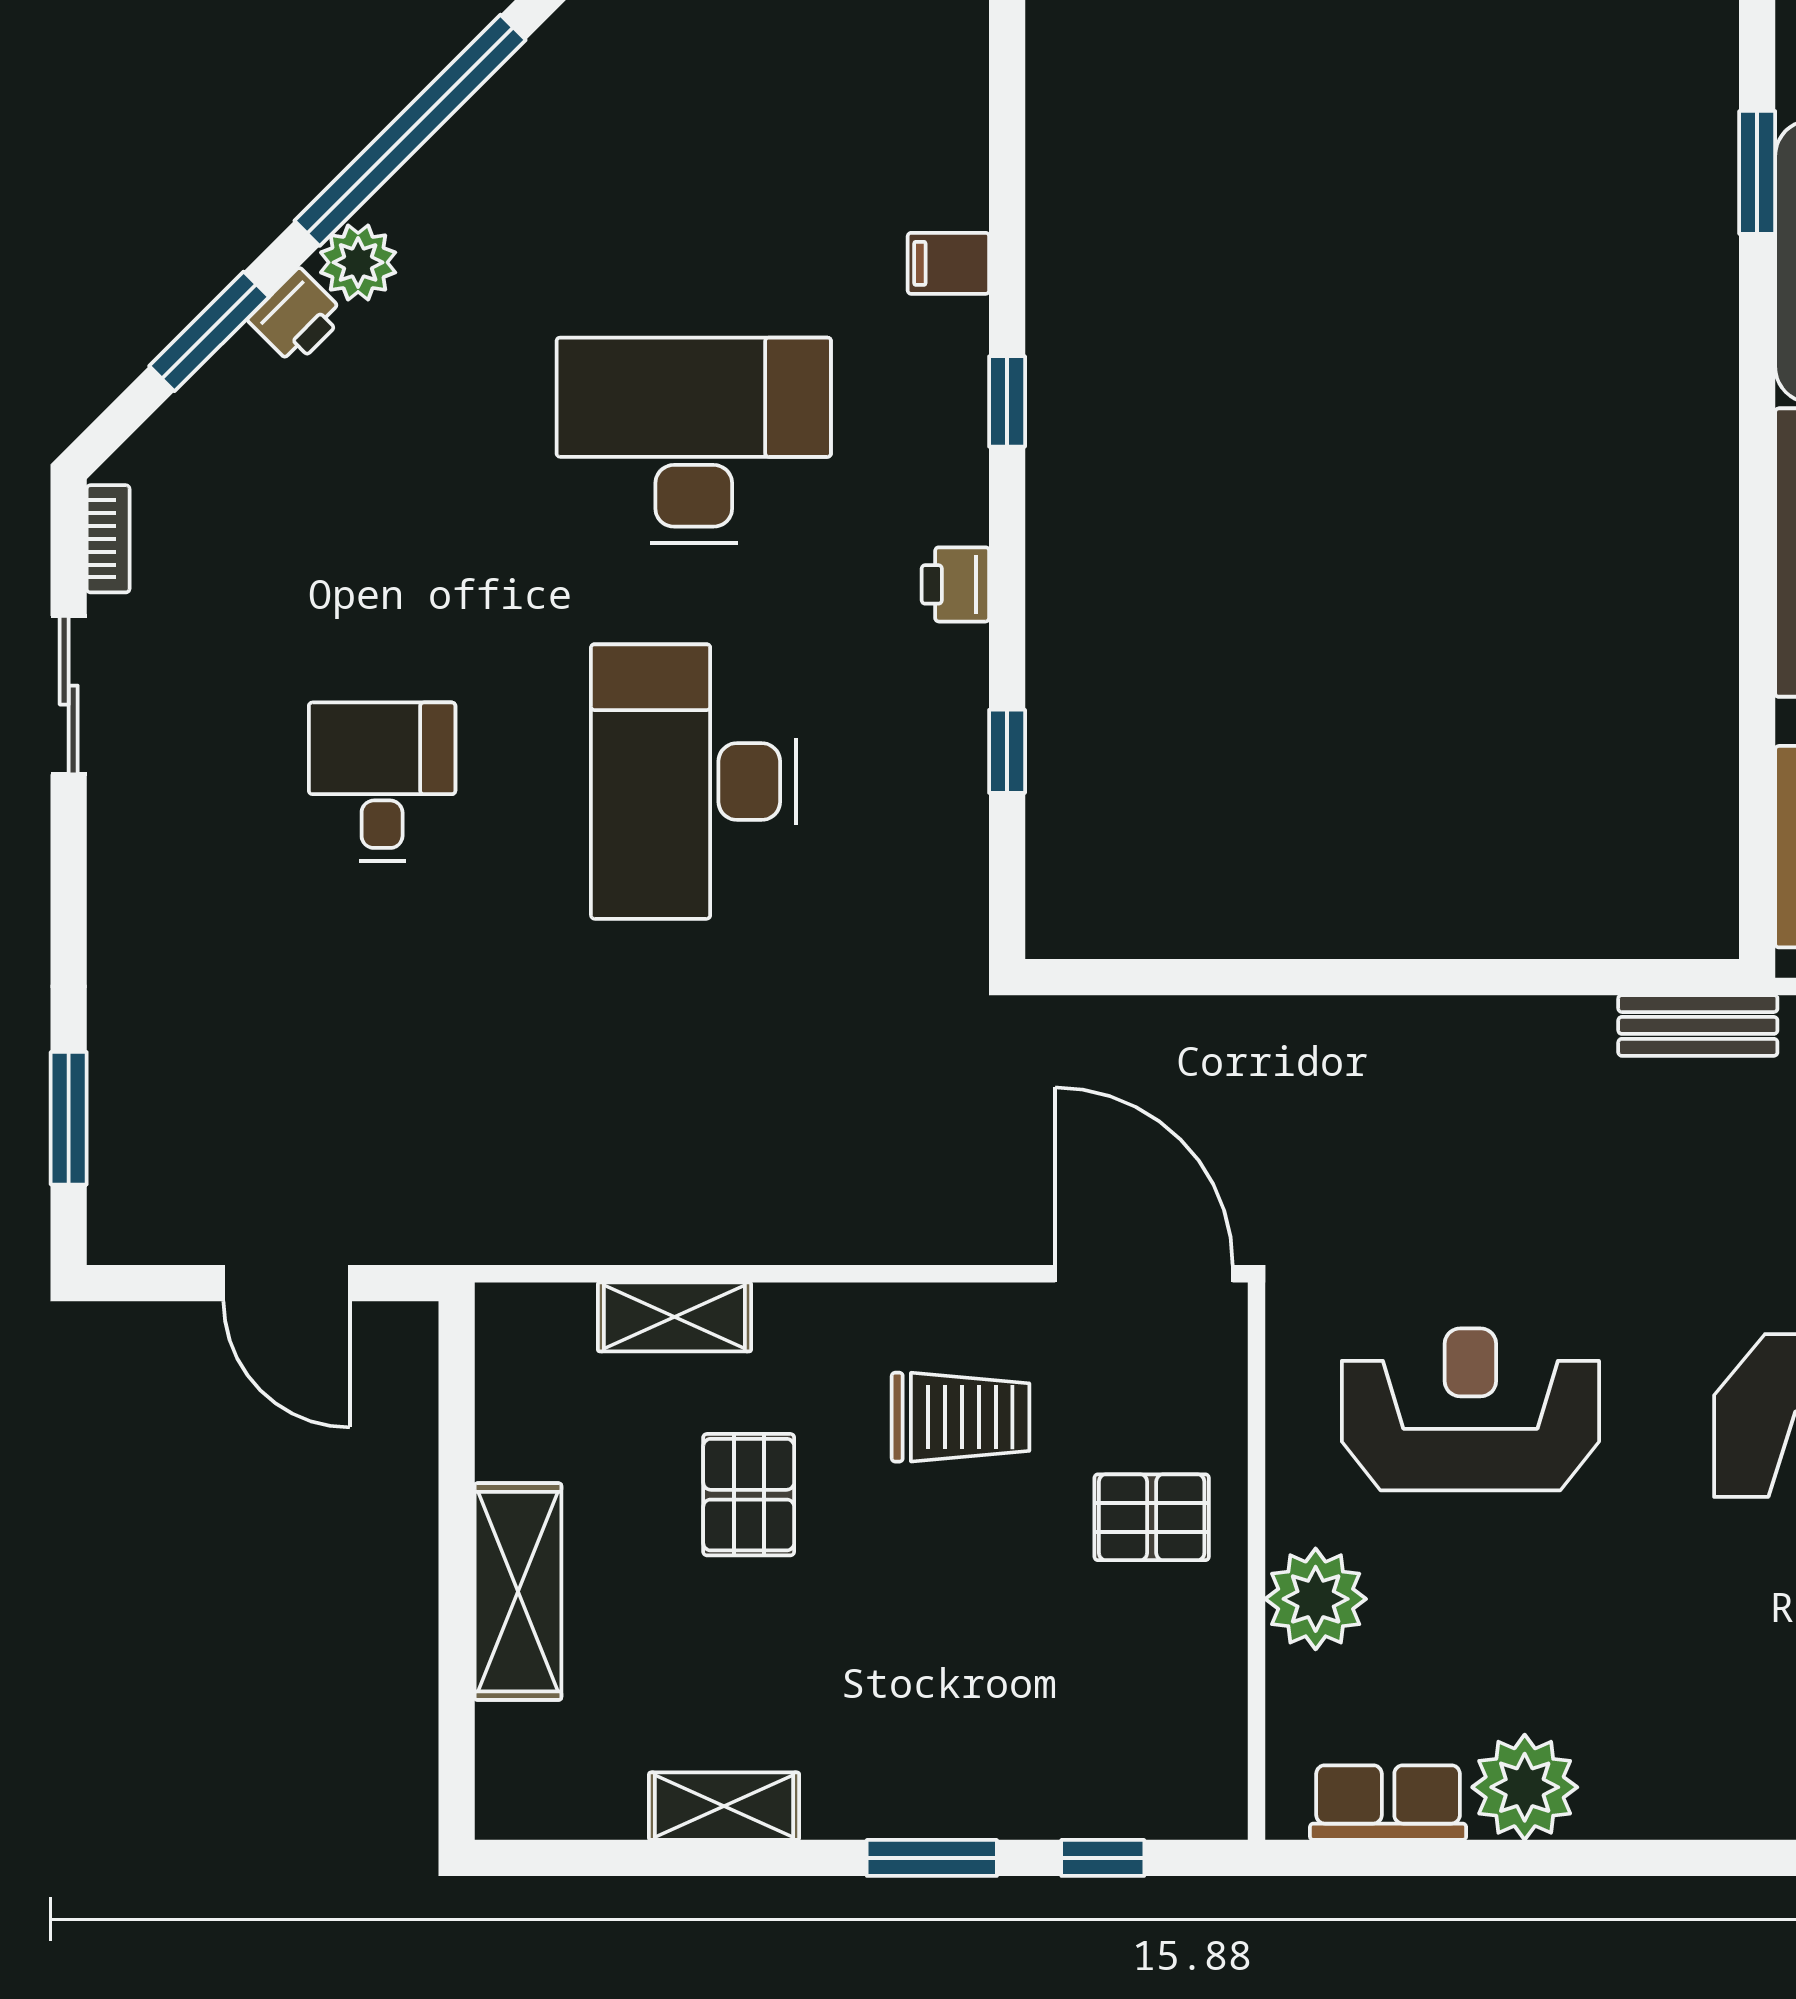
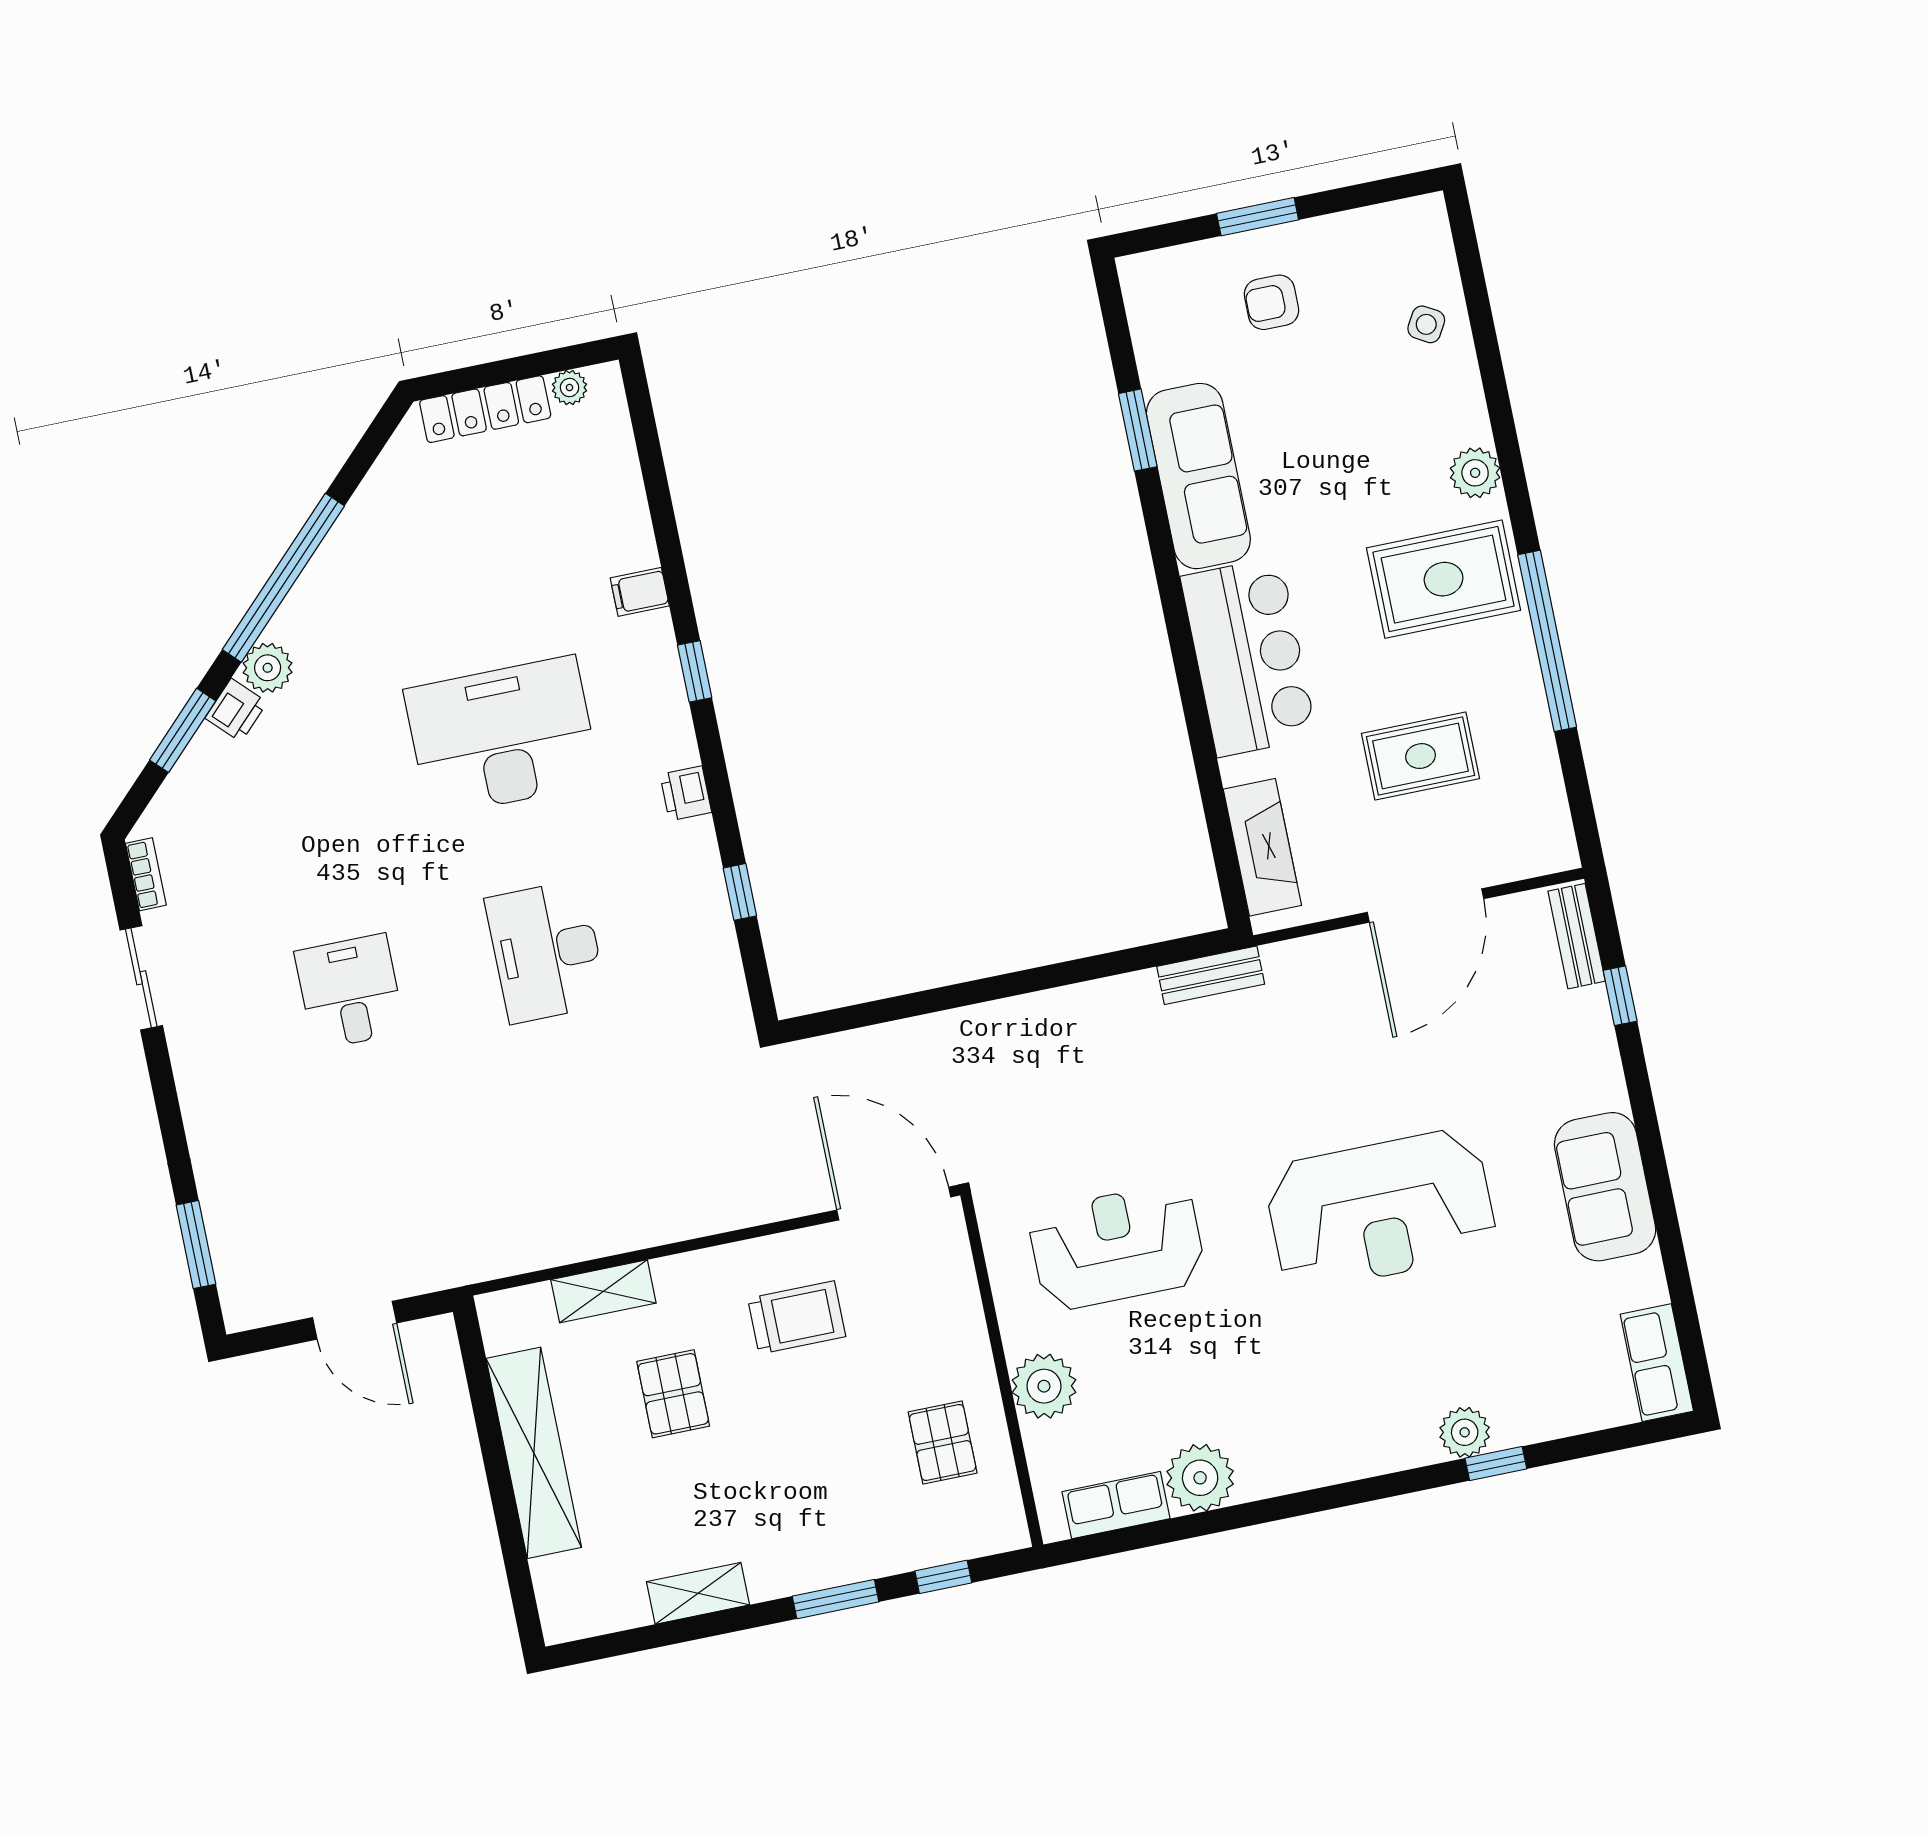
desk: (694, 782) -> (546, 951), width x0.73, depth x0.77
pallet: (1152, 1517) -> (943, 1443), moved, turned 90
shelving: (518, 1592) -> (534, 1453), width x1.47

